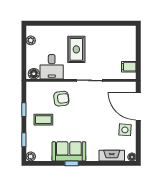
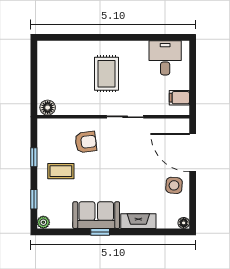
plant: (31, 40) -> (43, 61), removed
desk: (52, 67) -> (165, 58), moved, turned 180
fireplace: (112, 156) -> (138, 221), moved

